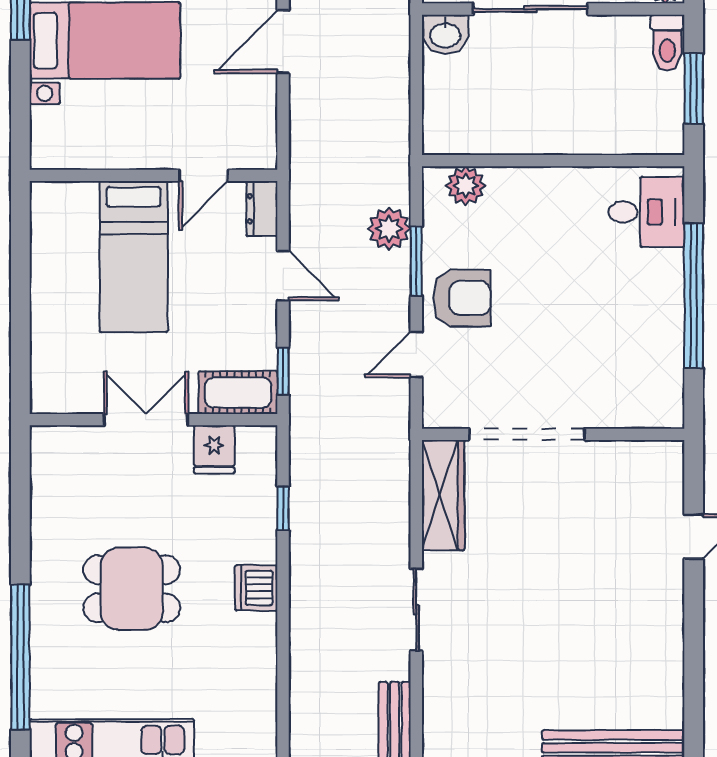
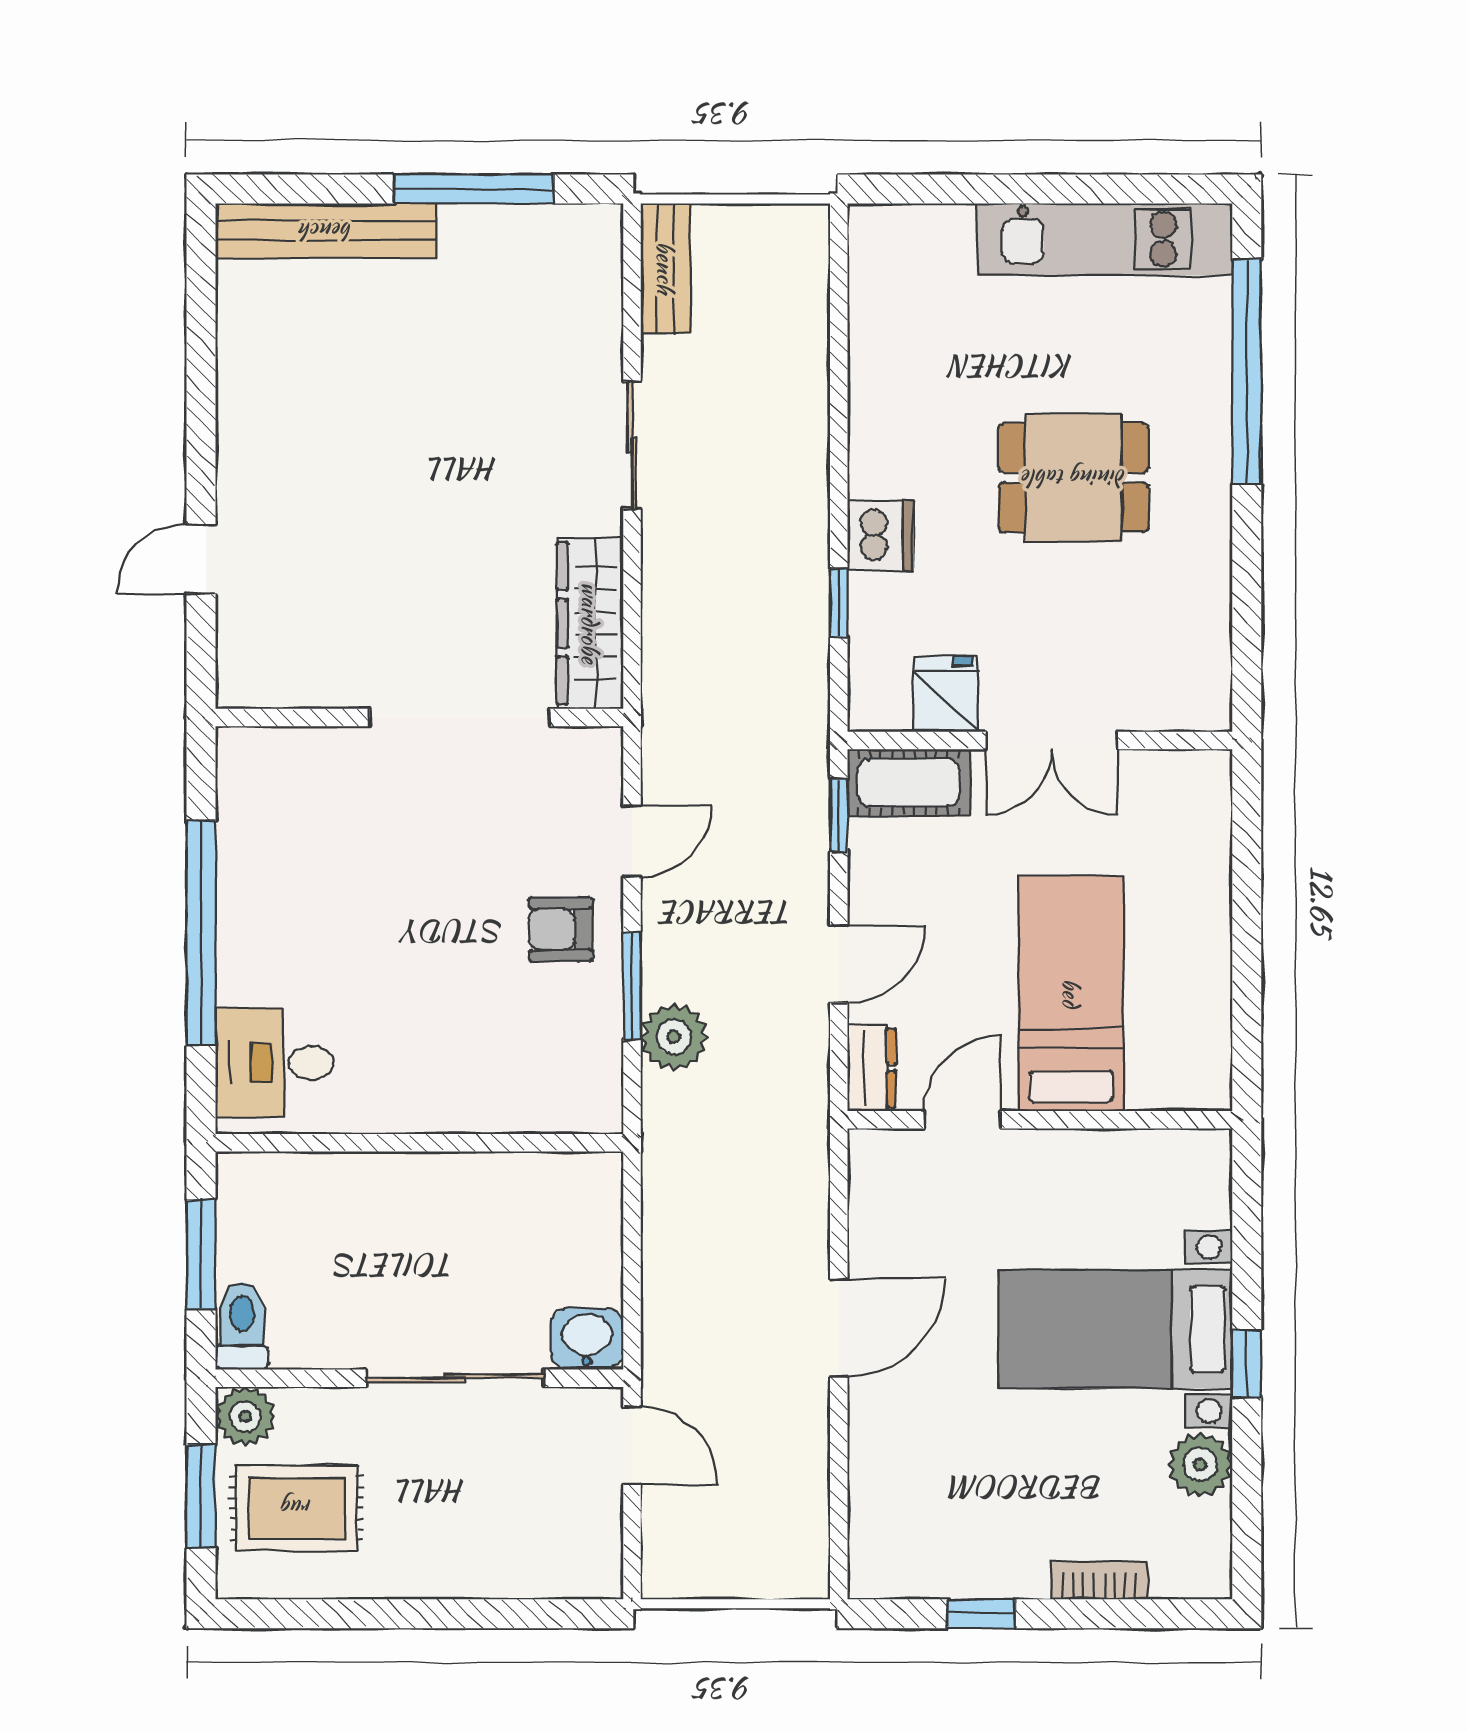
plant: (466, 186) -> (555, 1104), removed
door: (283, 276) -> (839, 964), swing flipped
armchair: (462, 298) -> (561, 929), width x0.72, depth x0.72
dishwasher: (256, 588) -> (880, 535), moved

